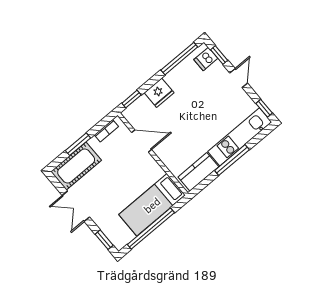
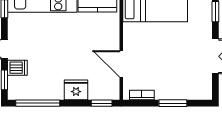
dishwasher: (206, 59) -> (17, 68), moved
cot: (76, 166) -> (189, 87), removed

